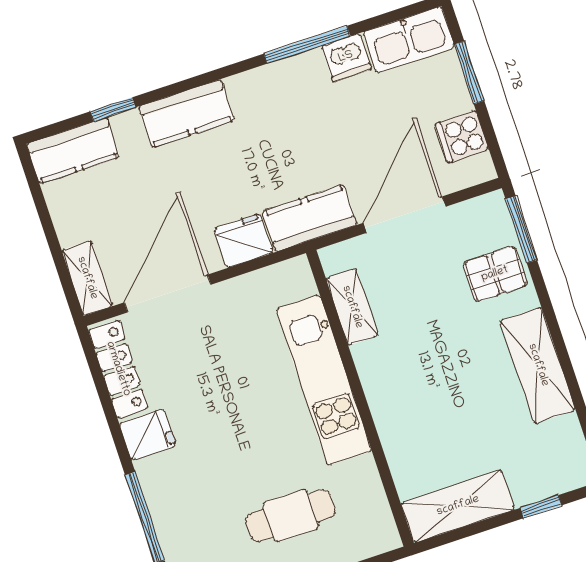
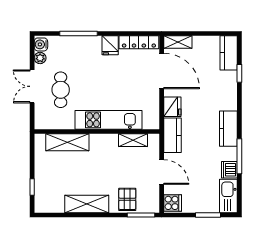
kitchen counter: (186, 114) -> (228, 129), moved
cooker: (462, 137) -> (173, 203), moved, turned 90
door: (404, 215) -> (162, 172), width x0.73
shelving: (458, 506) -> (67, 142), moved, turned 90

